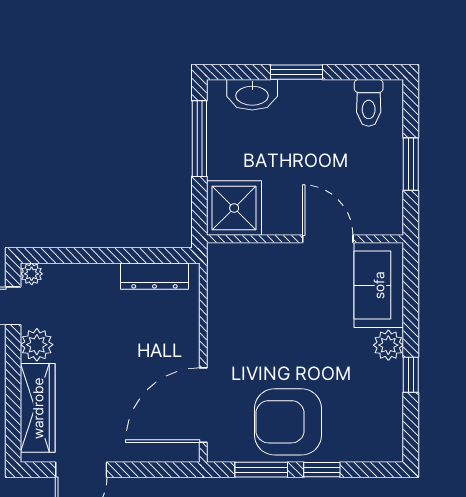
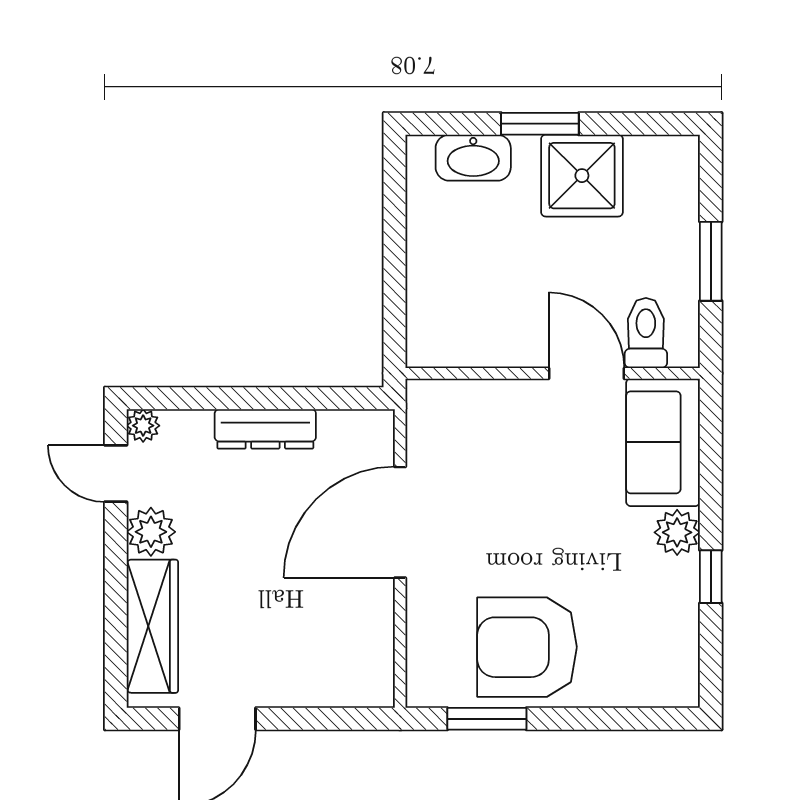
toilet: (369, 103) -> (646, 333), moved, turned 180
window: (199, 139) -> (394, 223), removed
shower: (234, 208) -> (582, 176), moved
dresser: (154, 276) -> (265, 429), moved
door: (203, 405) -> (400, 522), moved
window: (322, 470) -> (578, 719), removed

